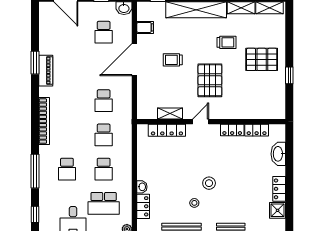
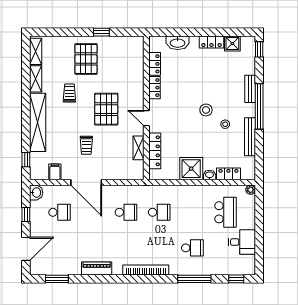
window: (35, 63) -> (57, 279), moved
pallet: (210, 80) -> (106, 109), turned 90
shower: (149, 168) -> (191, 169), added
school desk: (104, 169) -> (192, 212), removed

